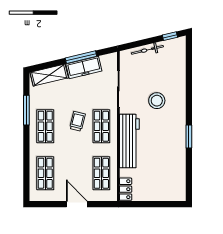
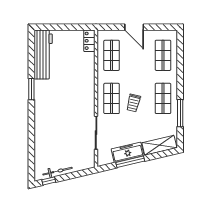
bicycle: (147, 50) -> (58, 171), moved
stool: (157, 101) -> (61, 122), removed
workbench: (129, 141) -> (43, 54), moved, turned 180

